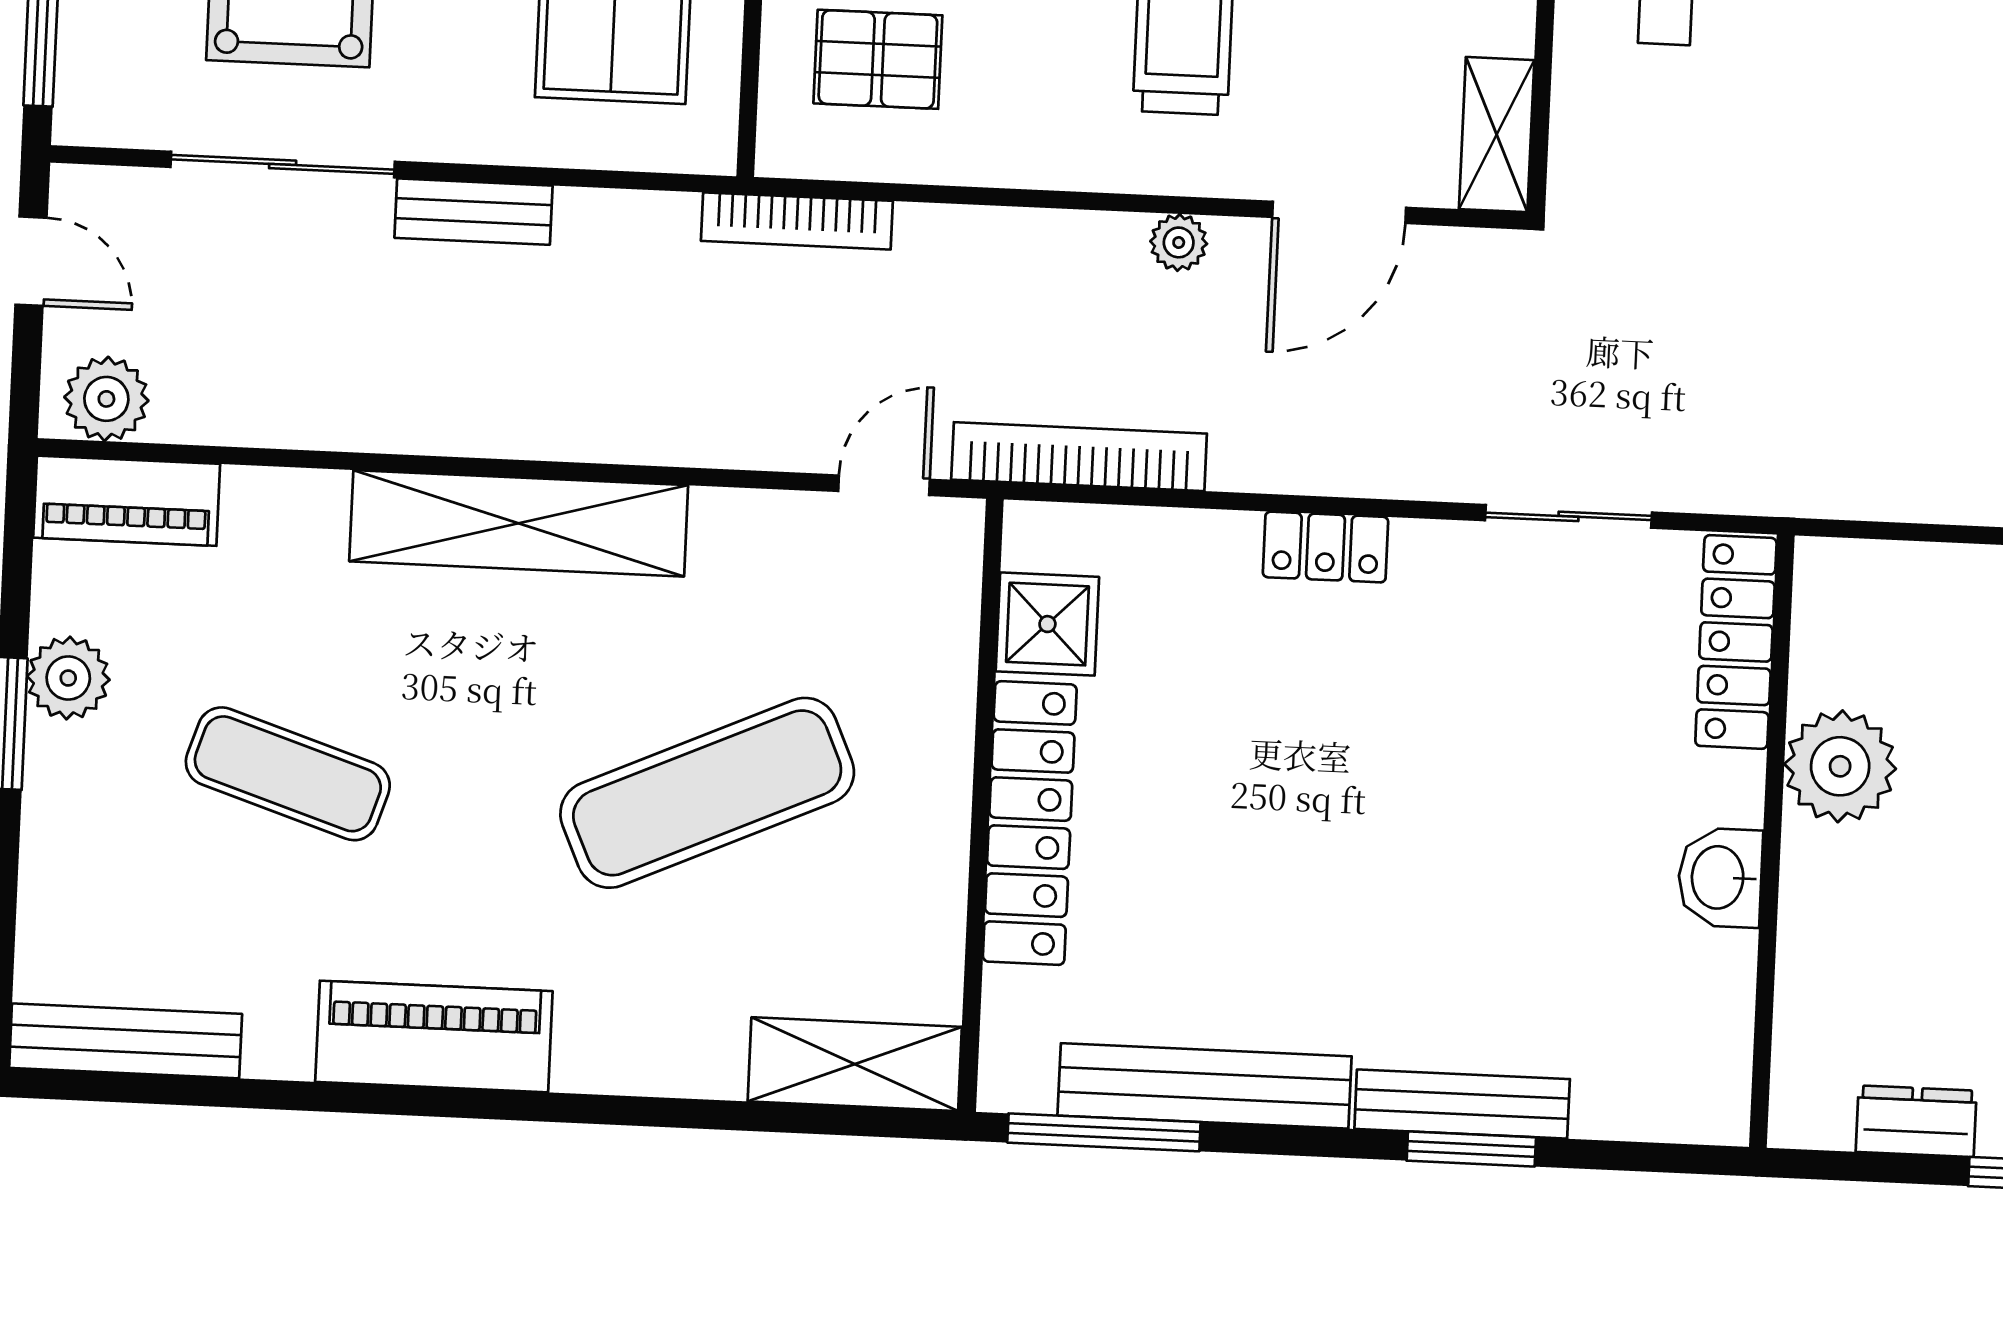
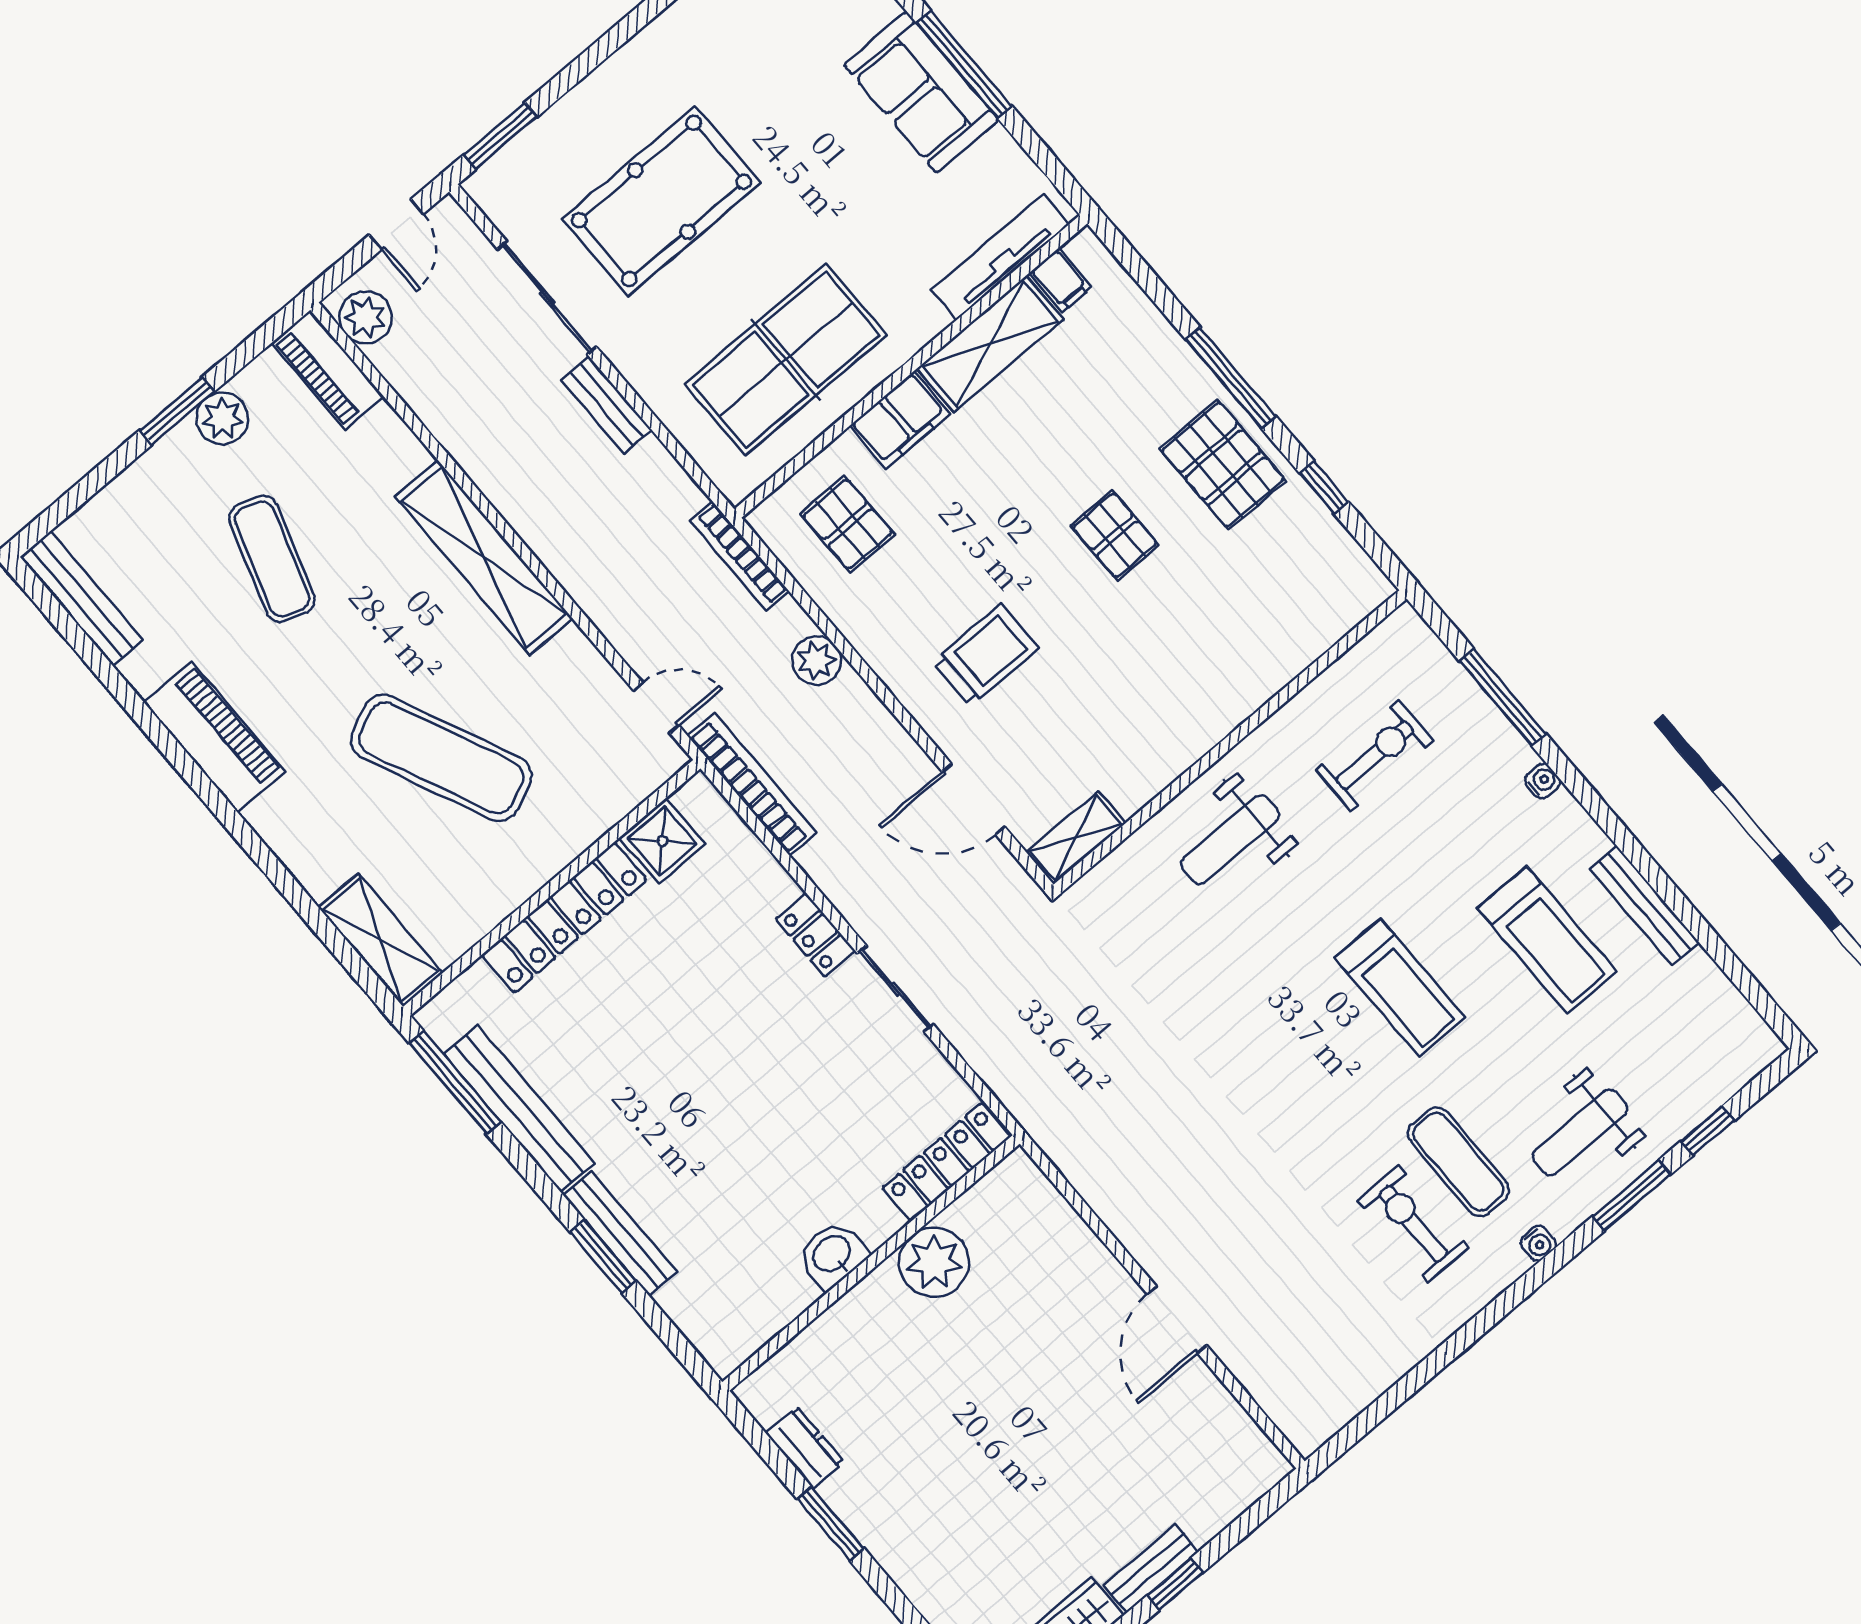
plant: (1179, 242) -> (816, 661), moved, width x1.38, depth x1.38
sliding door: (1568, 516) -> (895, 989), moved

